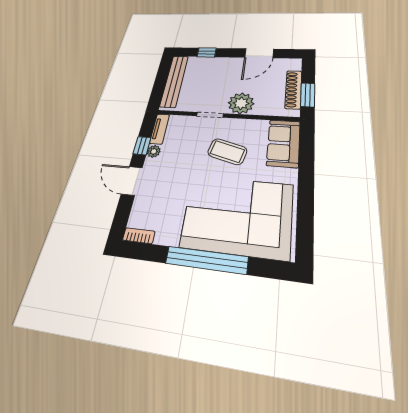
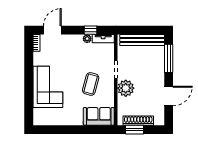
window: (207, 52) -> (169, 58), width x2.17
door: (259, 53) -> (169, 96), swing flipped
door: (132, 181) -> (52, 30), moved
corner sofa: (237, 215) -> (48, 87), width x0.73, depth x0.74
window: (207, 260) -> (29, 82), removed

